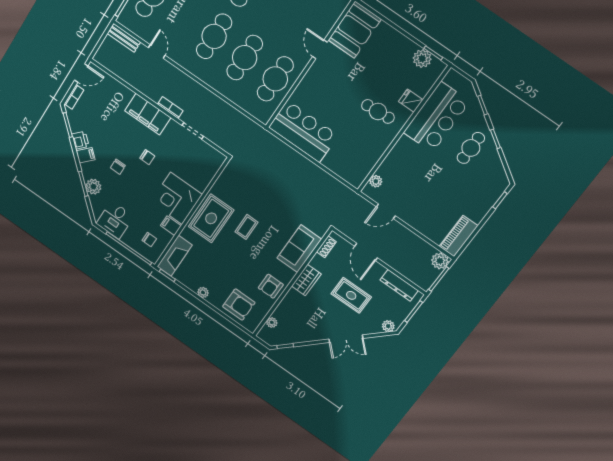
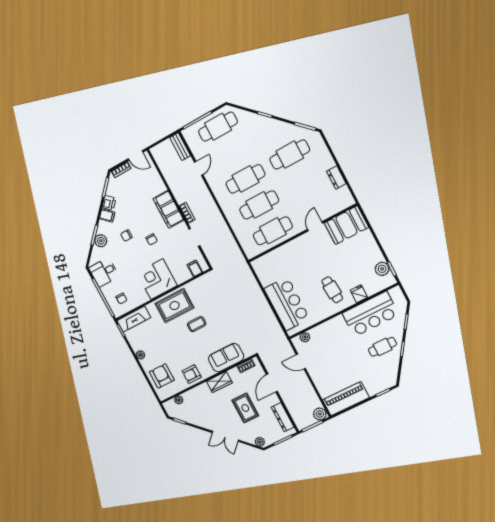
bar counter: (303, 131) -> (287, 304), moved
filing cabinet: (171, 226) -> (195, 268), moved
piano: (459, 236) -> (346, 399), width x1.37, depth x1.33
armchair: (239, 305) -> (162, 376), turned 180

